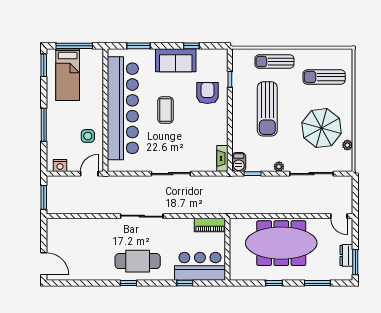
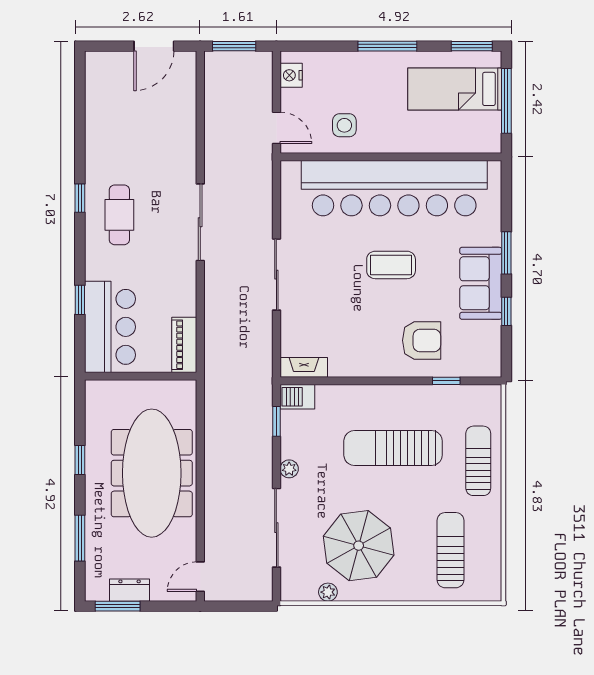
window: (139, 46) -> (506, 253), moved
window: (44, 125) -> (387, 46), moved
cafe table: (138, 261) -> (119, 215), width x0.73, depth x0.74
door: (44, 264) -> (154, 46), moved

